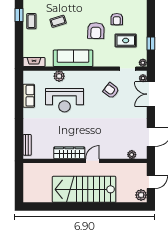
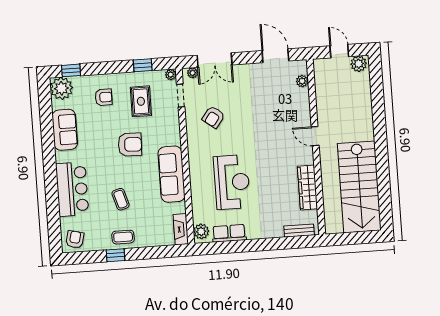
armchair: (117, 19) -> (104, 97), moved
plant: (59, 76) -> (201, 231), moved
wardrobe: (69, 153) -> (307, 188), moved
stairs: (84, 189) -> (359, 187), moved

